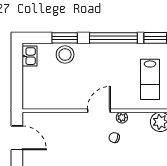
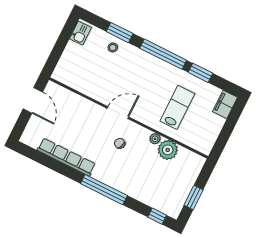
stool: (65, 54) -> (113, 47), width x0.53, depth x0.53
lab bench: (150, 79) -> (177, 107), turned 180
plant: (122, 118) -> (155, 139), moved

